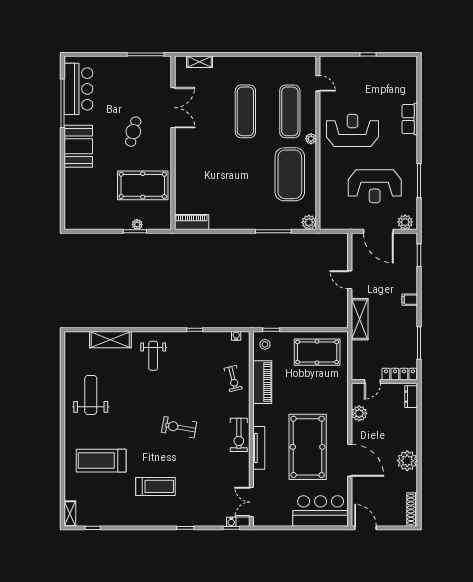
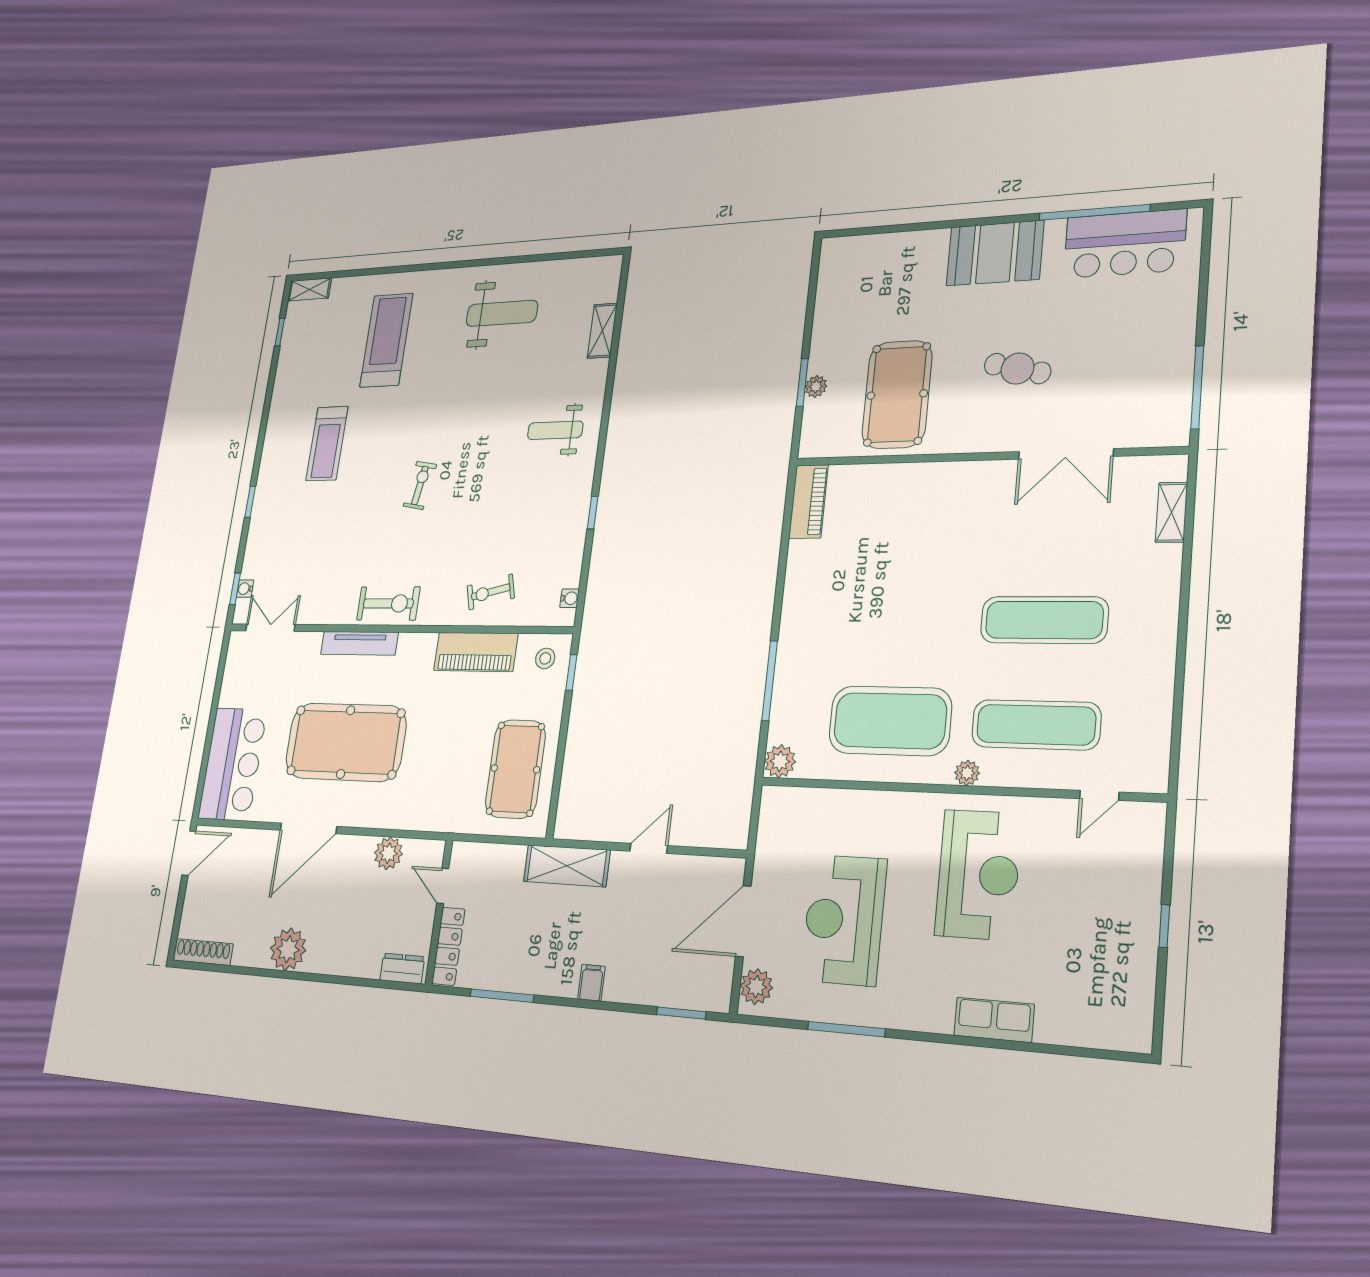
shelving: (110, 340) -> (602, 331), width x0.67, depth x0.75
exercise bike: (179, 427) -> (420, 485), width x0.73, depth x0.72
exercise bike: (239, 435) -> (388, 603), turned 180

